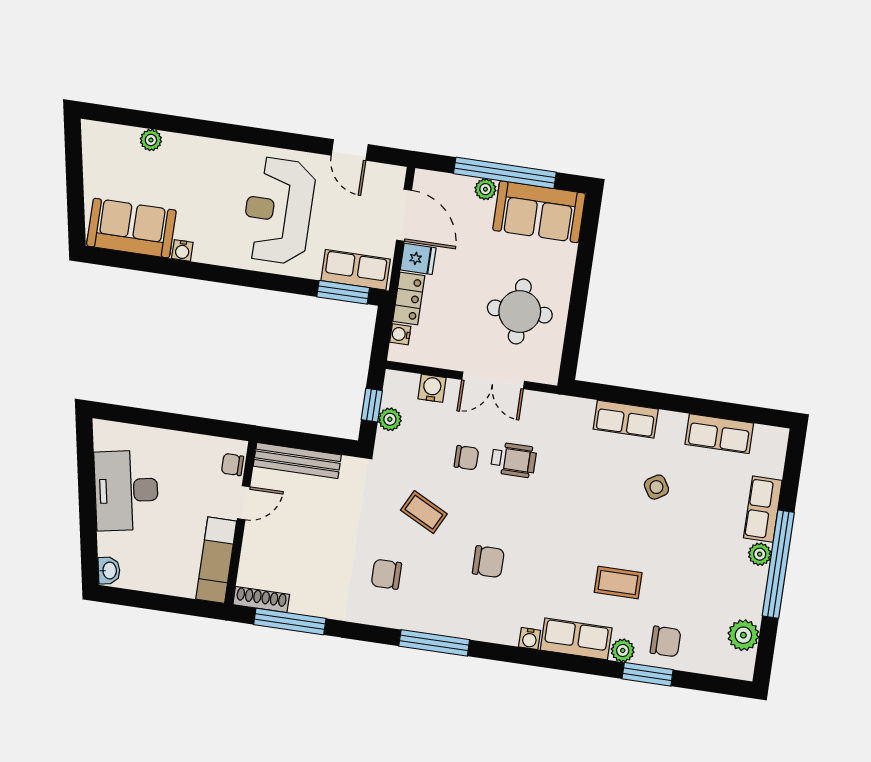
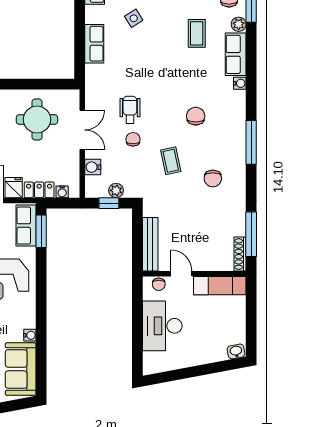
desk: (126, 490) -> (162, 326), moved, turned 101
coffee table: (424, 512) -> (171, 161), turned -39

